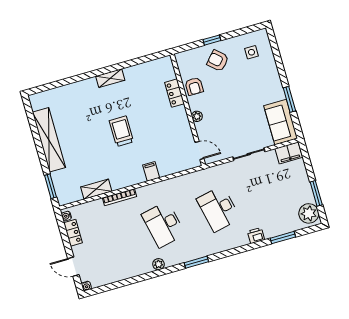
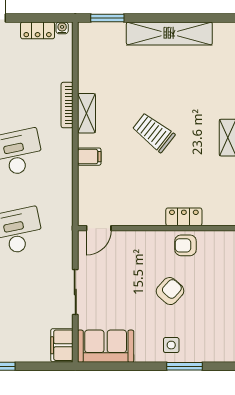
side table: (251, 52) -> (171, 345), moved
armchair: (218, 61) -> (170, 291), moved
window: (289, 99) -> (185, 366), moved
plant: (197, 116) -> (145, 238), removed
trolley: (121, 131) -> (153, 132), turned -142
shelving: (96, 189) -> (86, 113), moved

